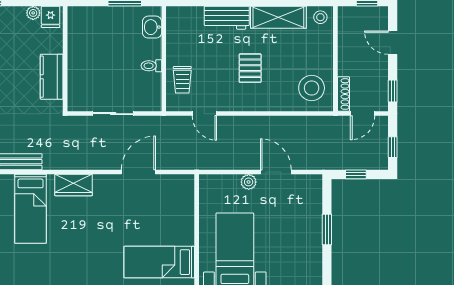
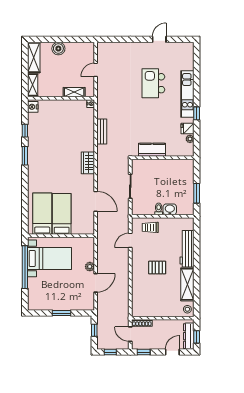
dresser: (366, 15) -> (189, 336), added
fridge: (51, 17) -> (188, 129), moved
workbench: (227, 18) -> (187, 249), width x1.38
washbasin: (152, 27) -> (170, 209), moved
stool: (312, 88) -> (145, 304), removed
bed: (31, 209) -> (62, 214), moved, turned 90

